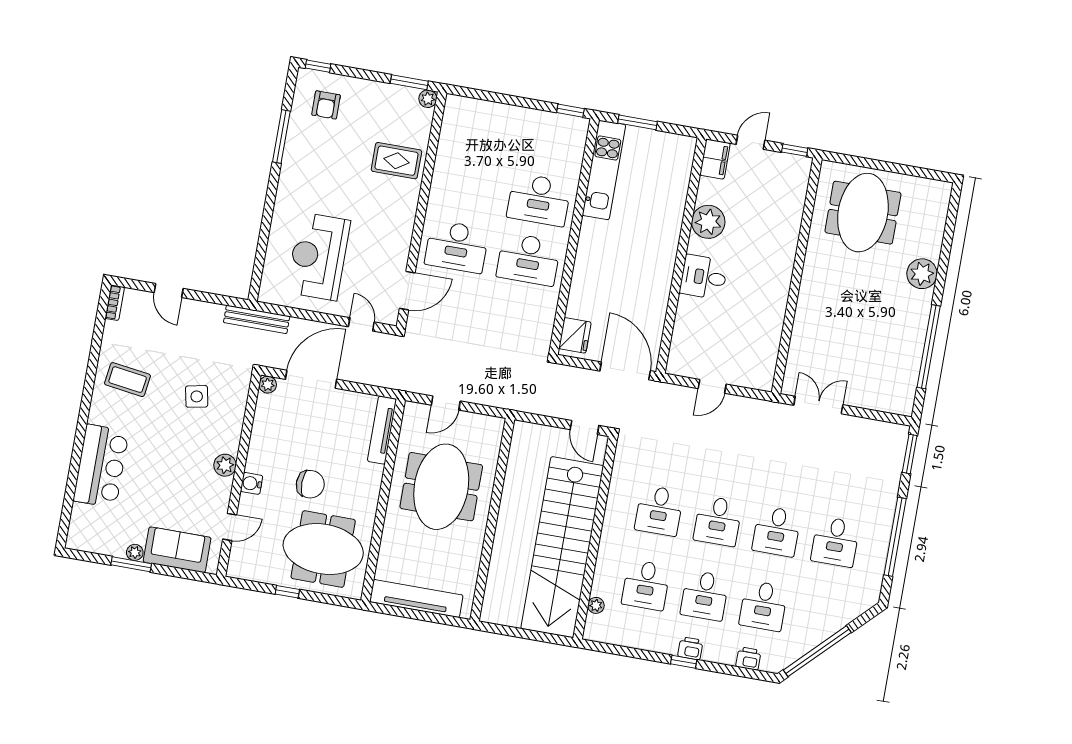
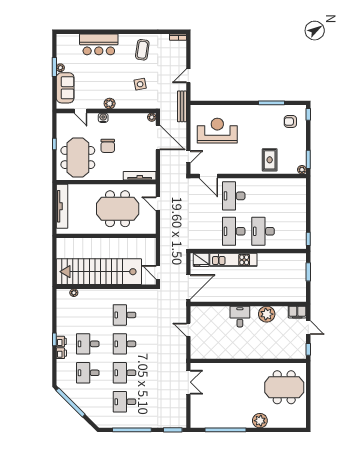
kitchen unit: (604, 170) -> (233, 260), moved
door: (169, 290) -> (188, 76), moved
door: (585, 428) -> (158, 272), hinge flipped
desk: (646, 585) -> (88, 315), removed
printer: (748, 658) -> (61, 353), moved

